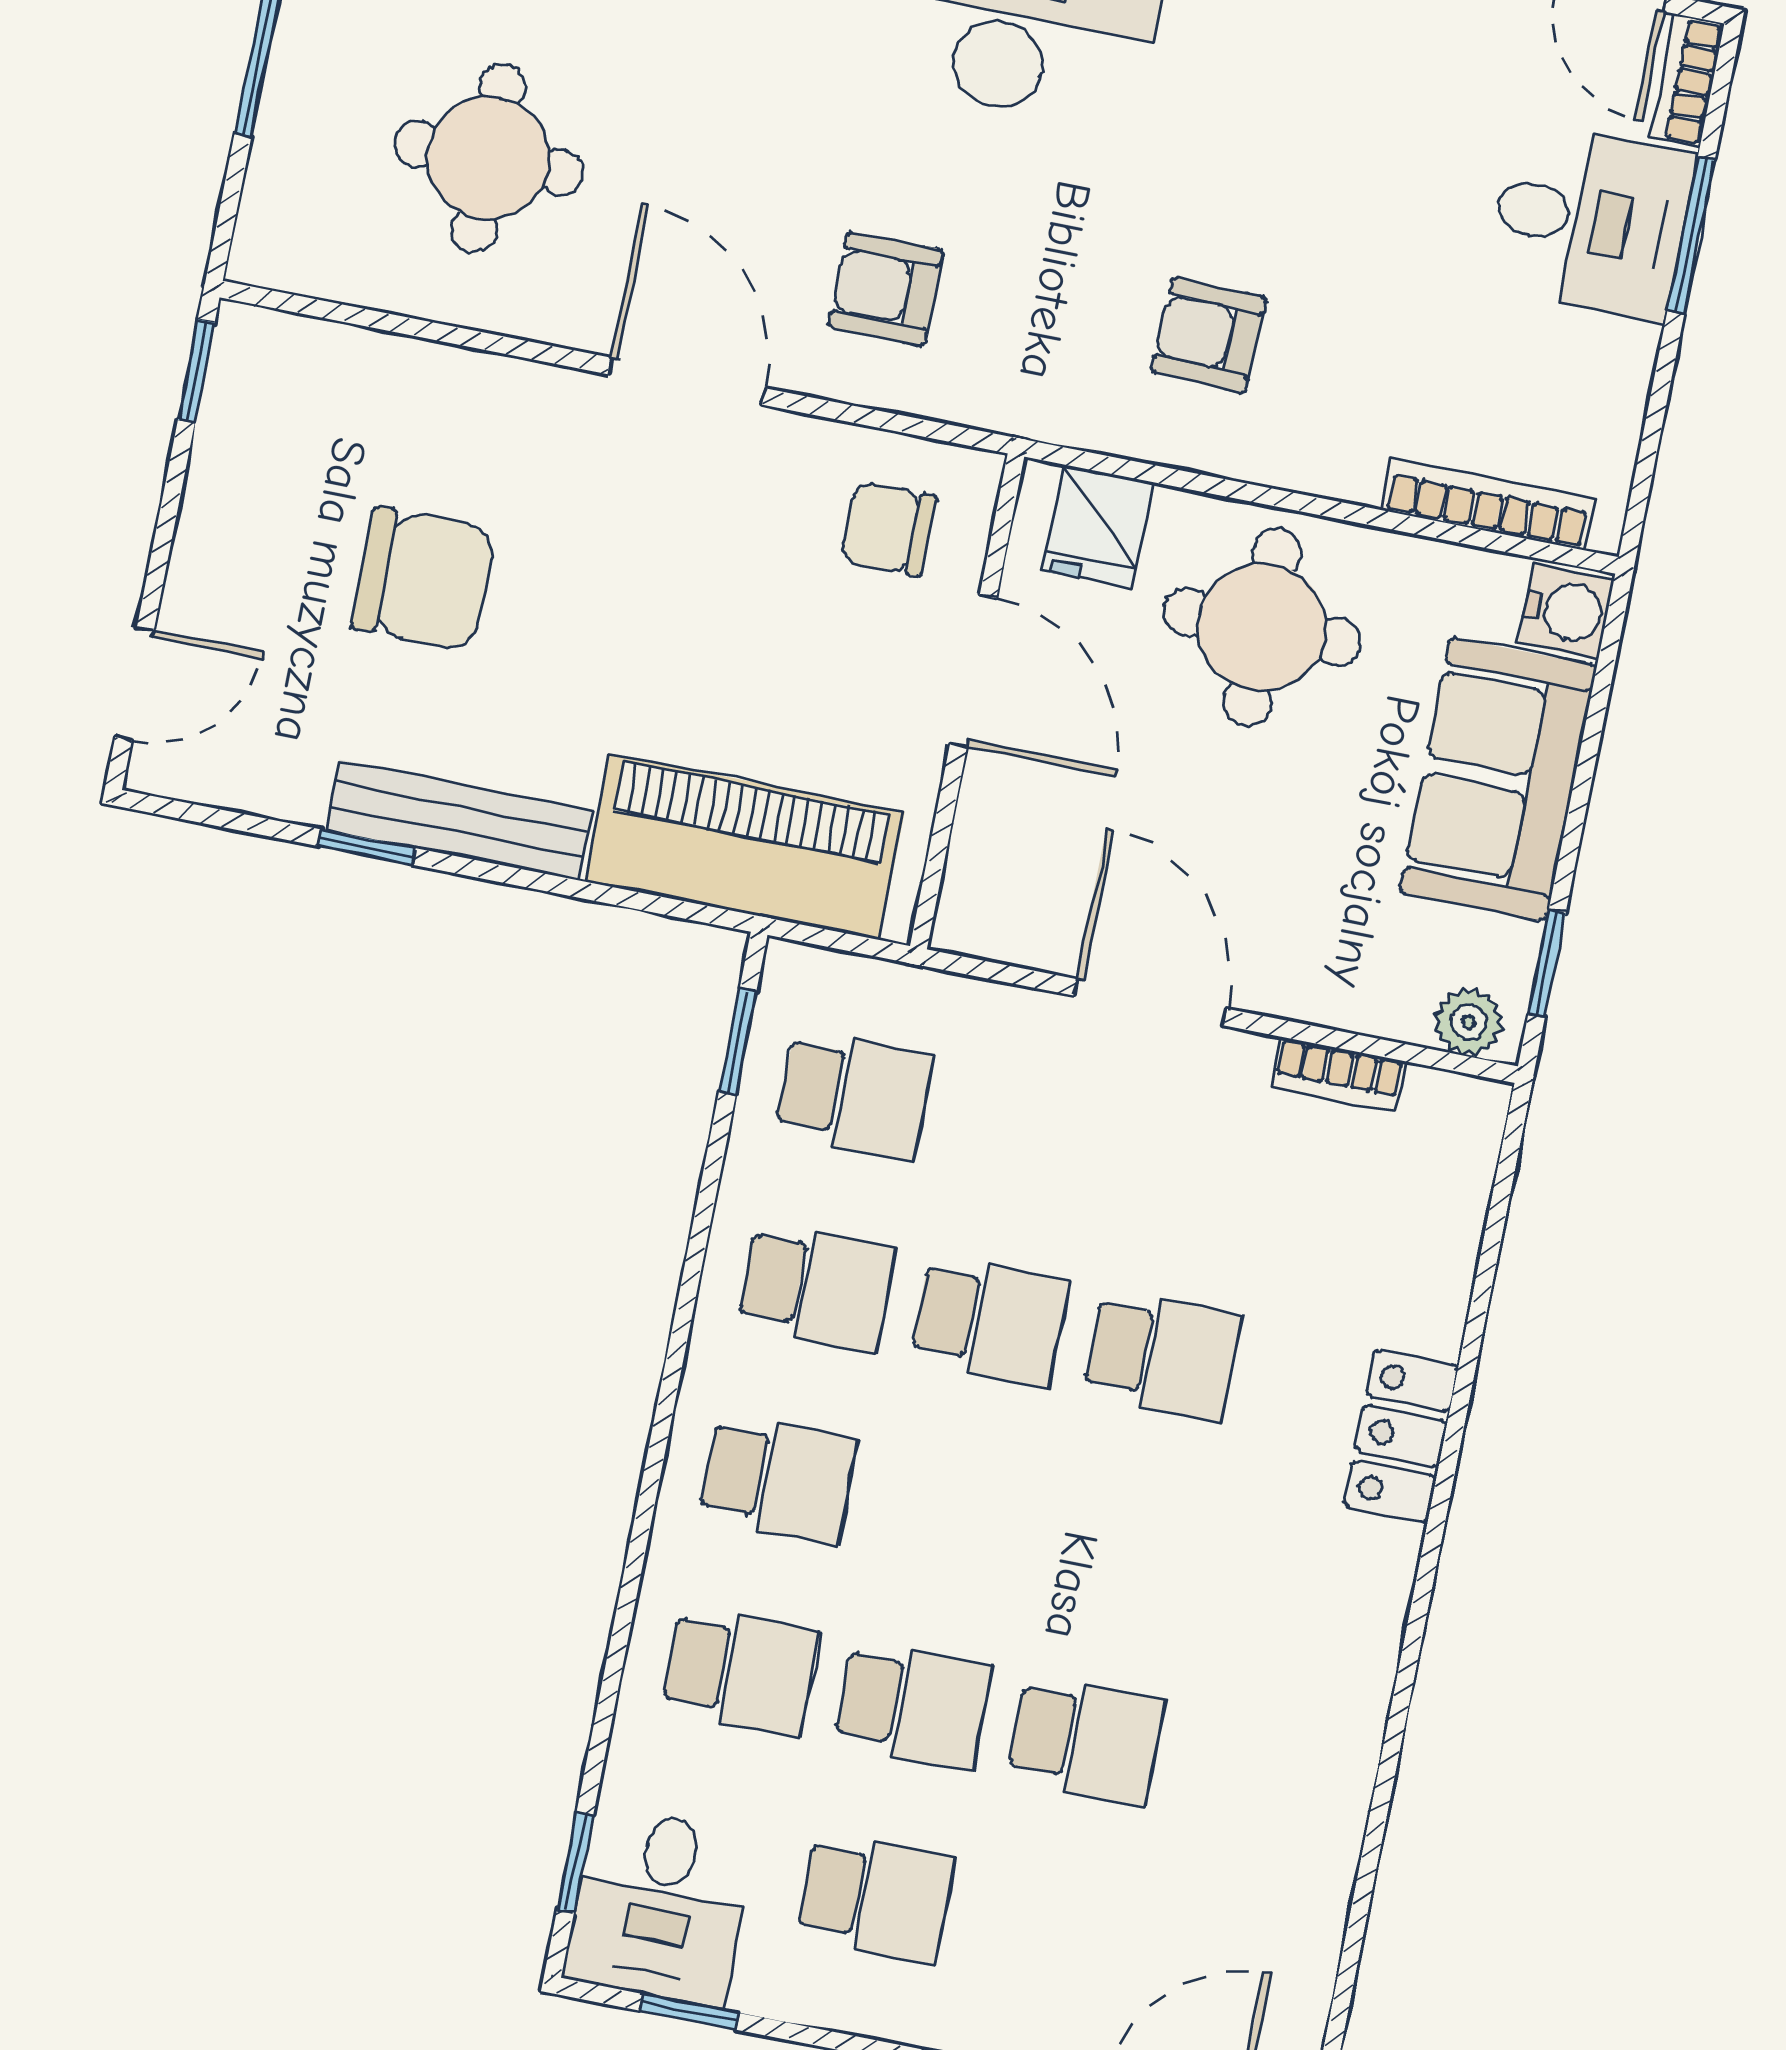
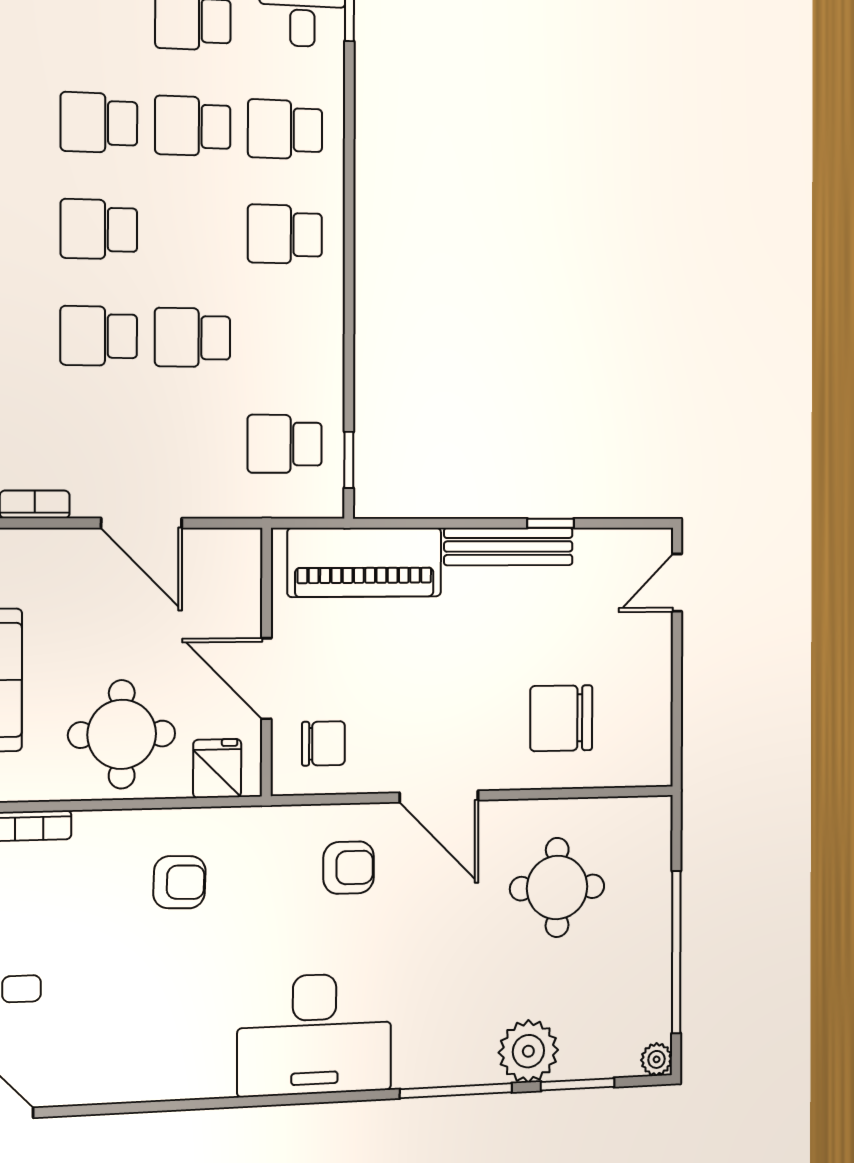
window: (196, 371) -> (677, 747), removed
chair: (423, 579) -> (561, 718), moved
school desk: (816, 1287) -> (99, 229), moved

